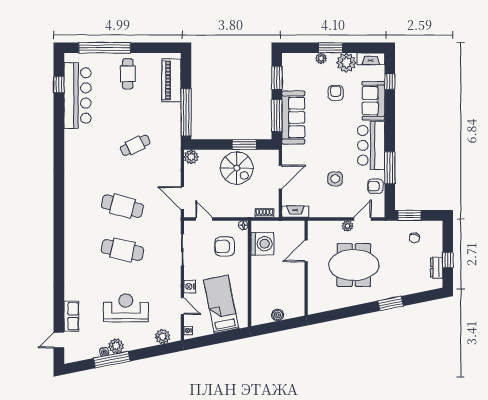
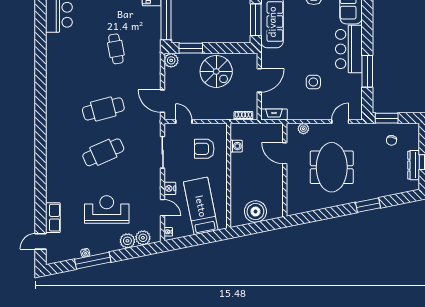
window: (244, 144) -> (191, 48), moved
cafe table: (135, 145) -> (116, 49), turned -74
armchair: (375, 186) -> (353, 89), removed
cafe table: (122, 206) -> (103, 109), turned -30
floor lamp: (243, 225) -> (223, 128), removed
plant: (348, 226) -> (303, 129), moved
washing machine: (262, 244) -> (236, 146), width x0.53, depth x0.53
cafe table: (122, 250) -> (103, 152), turned -36
door: (306, 251) -> (285, 153), hinge flipped
meeting table: (354, 265) -> (332, 167), turned 90
dresser: (437, 268) -> (414, 165), width x1.44
boiler: (278, 315) -> (255, 212), width x1.86, depth x1.86
plant: (116, 346) -> (127, 241), moved

